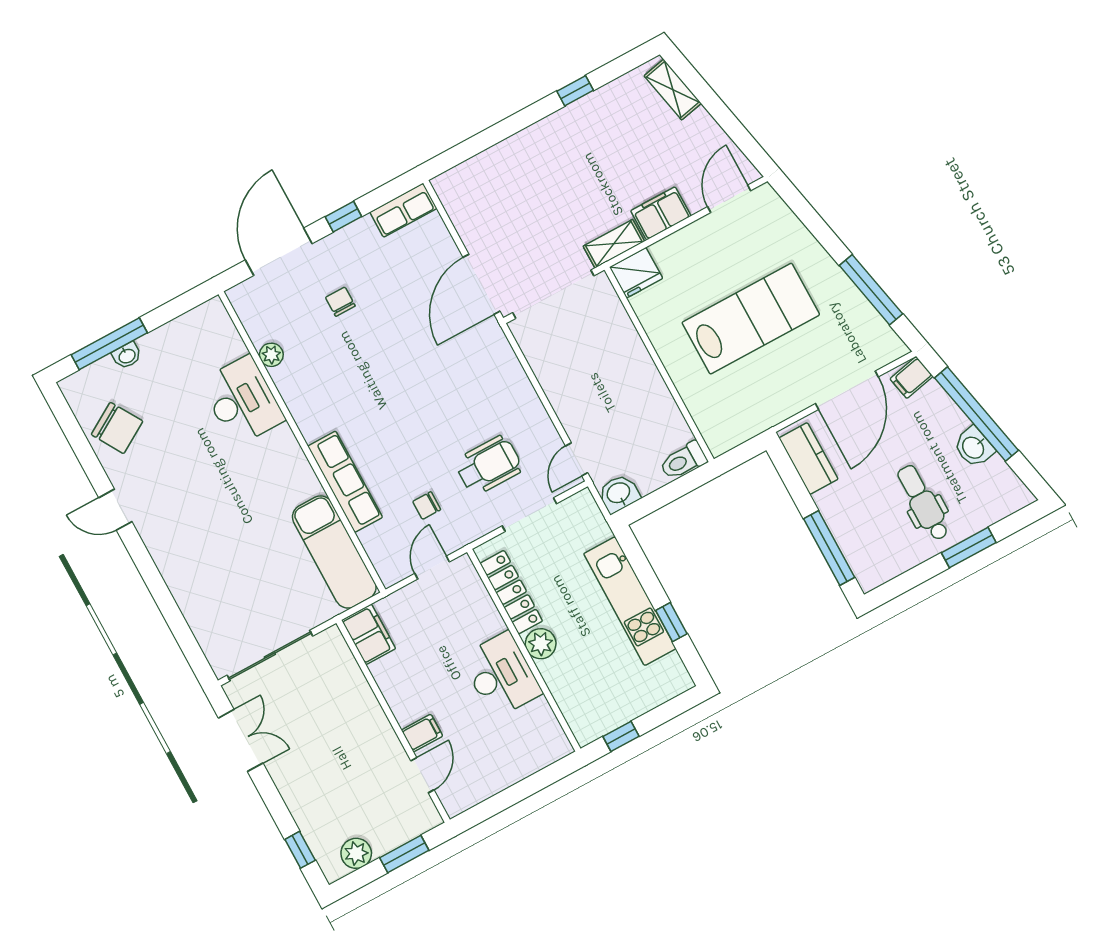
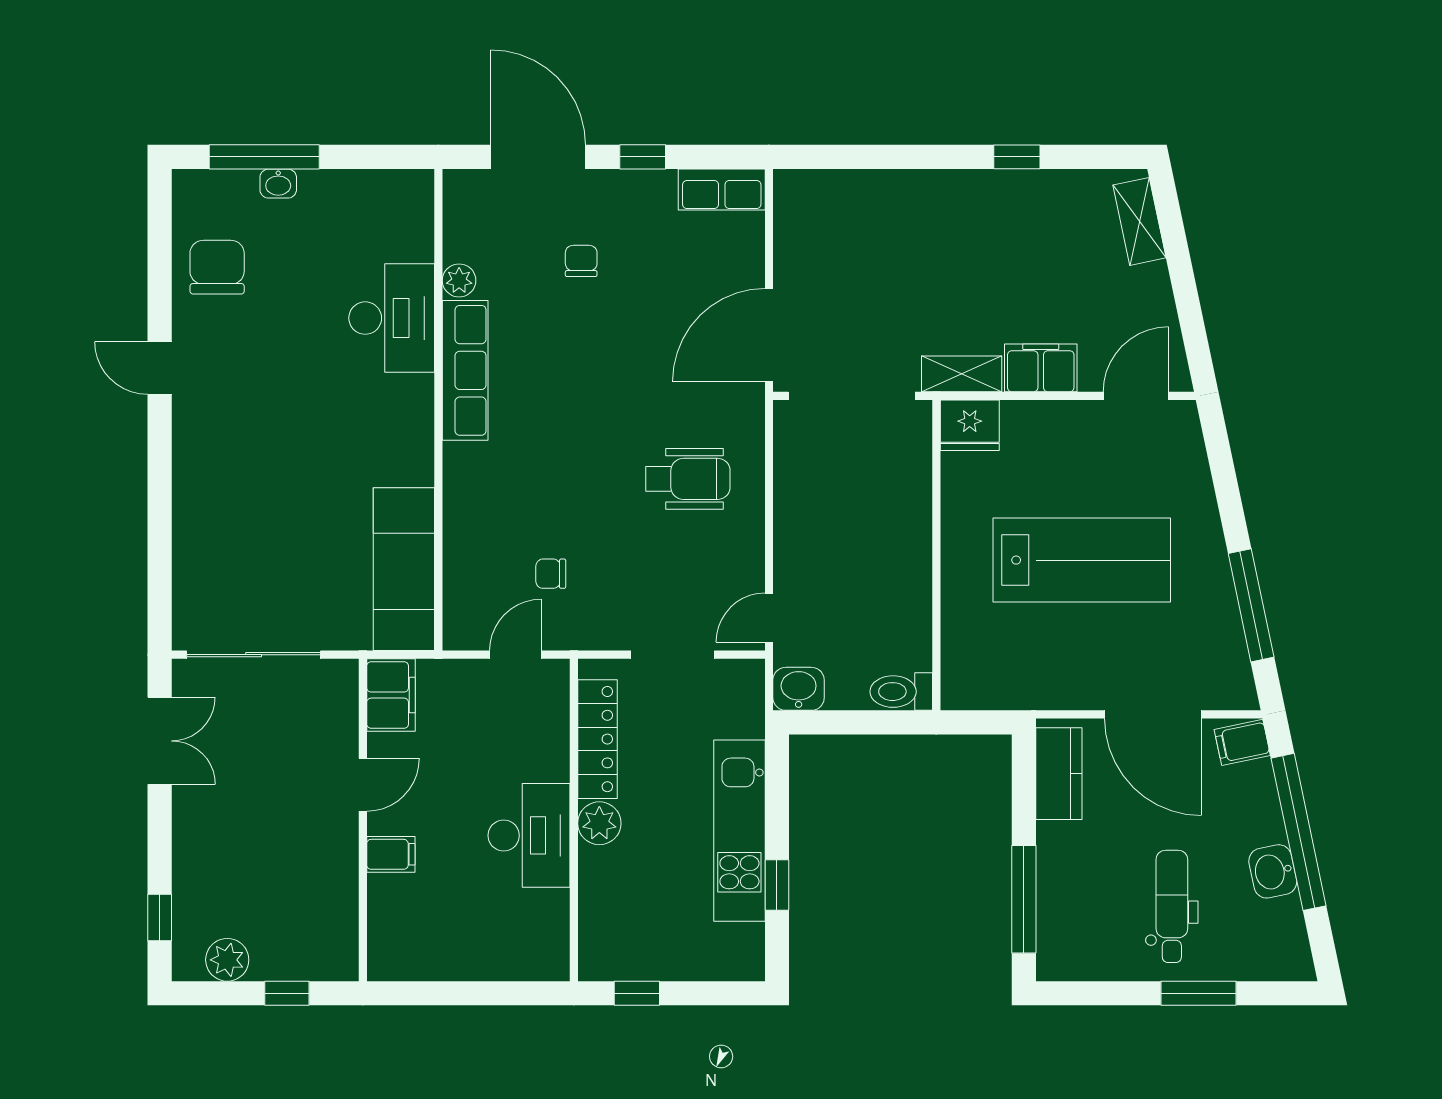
door: (279, 252) -> (538, 157), hinge flipped
door: (847, 390) -> (1153, 714), hinge flipped
chair: (117, 428) -> (217, 267), turned -149
wheelchair: (489, 465) -> (688, 479), moved
row of seats: (345, 482) -> (465, 370), moved
door: (422, 775) -> (363, 785), moved
window: (404, 854) -> (287, 993), width x0.67

